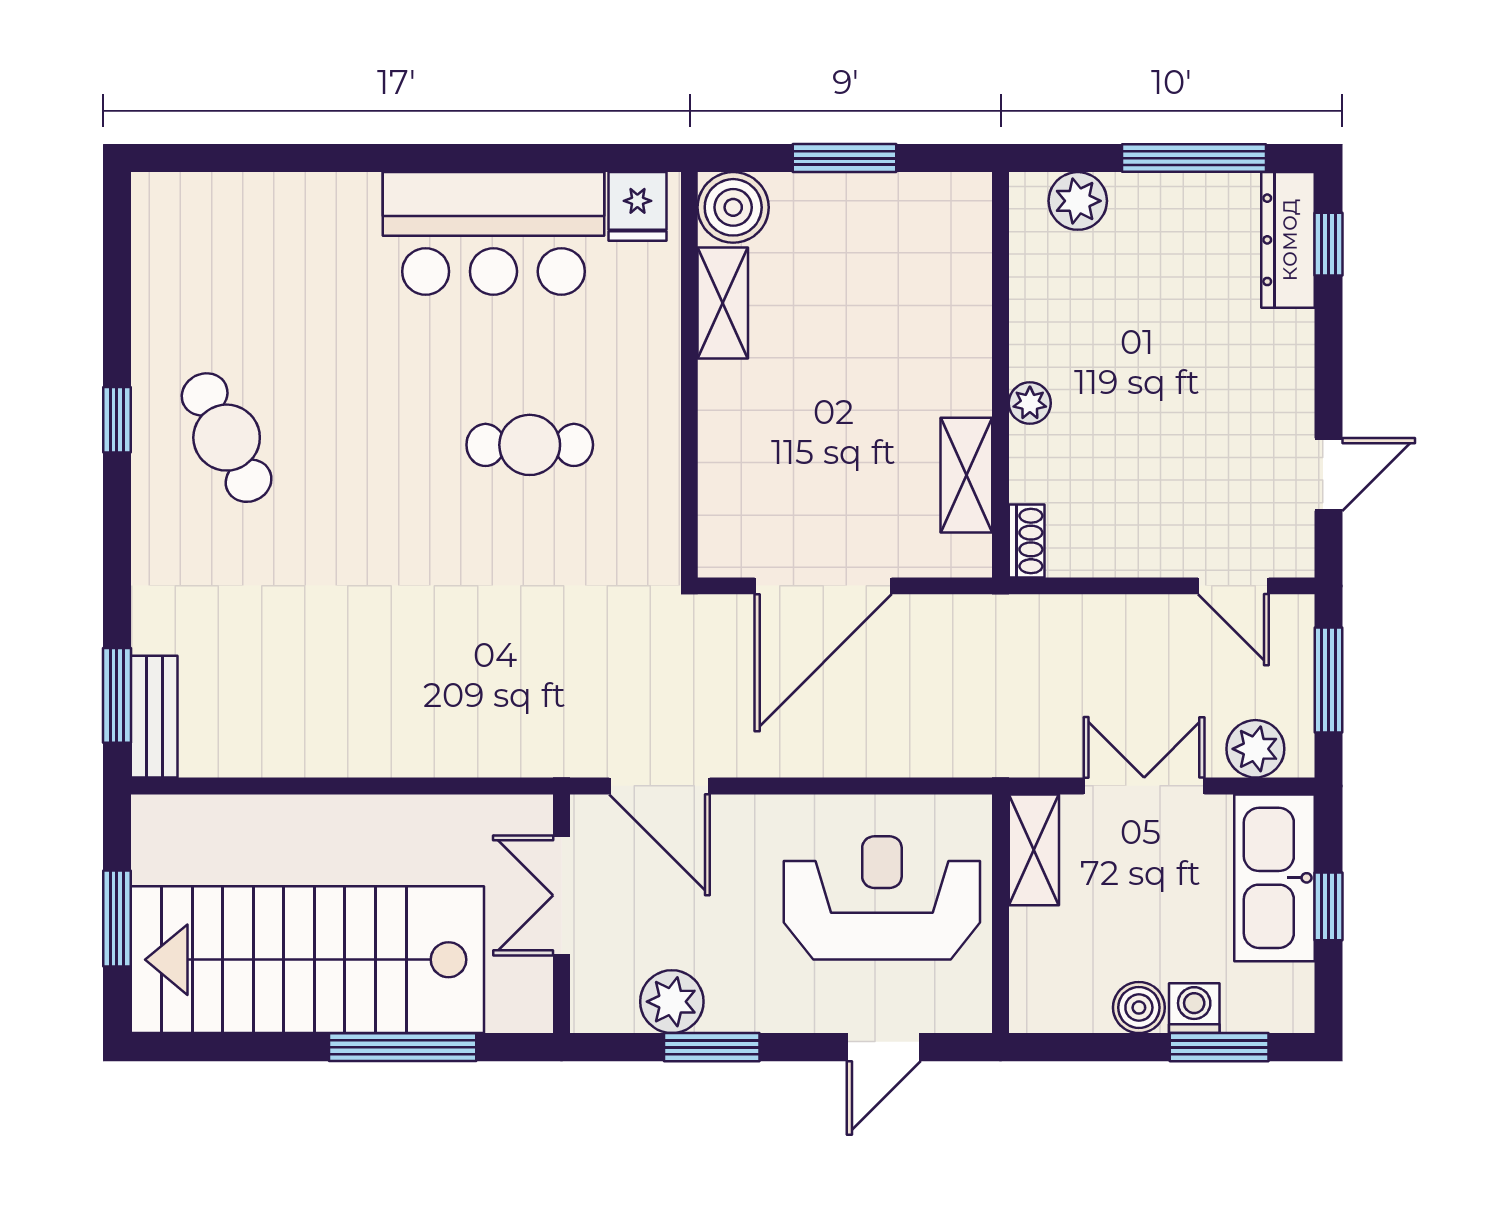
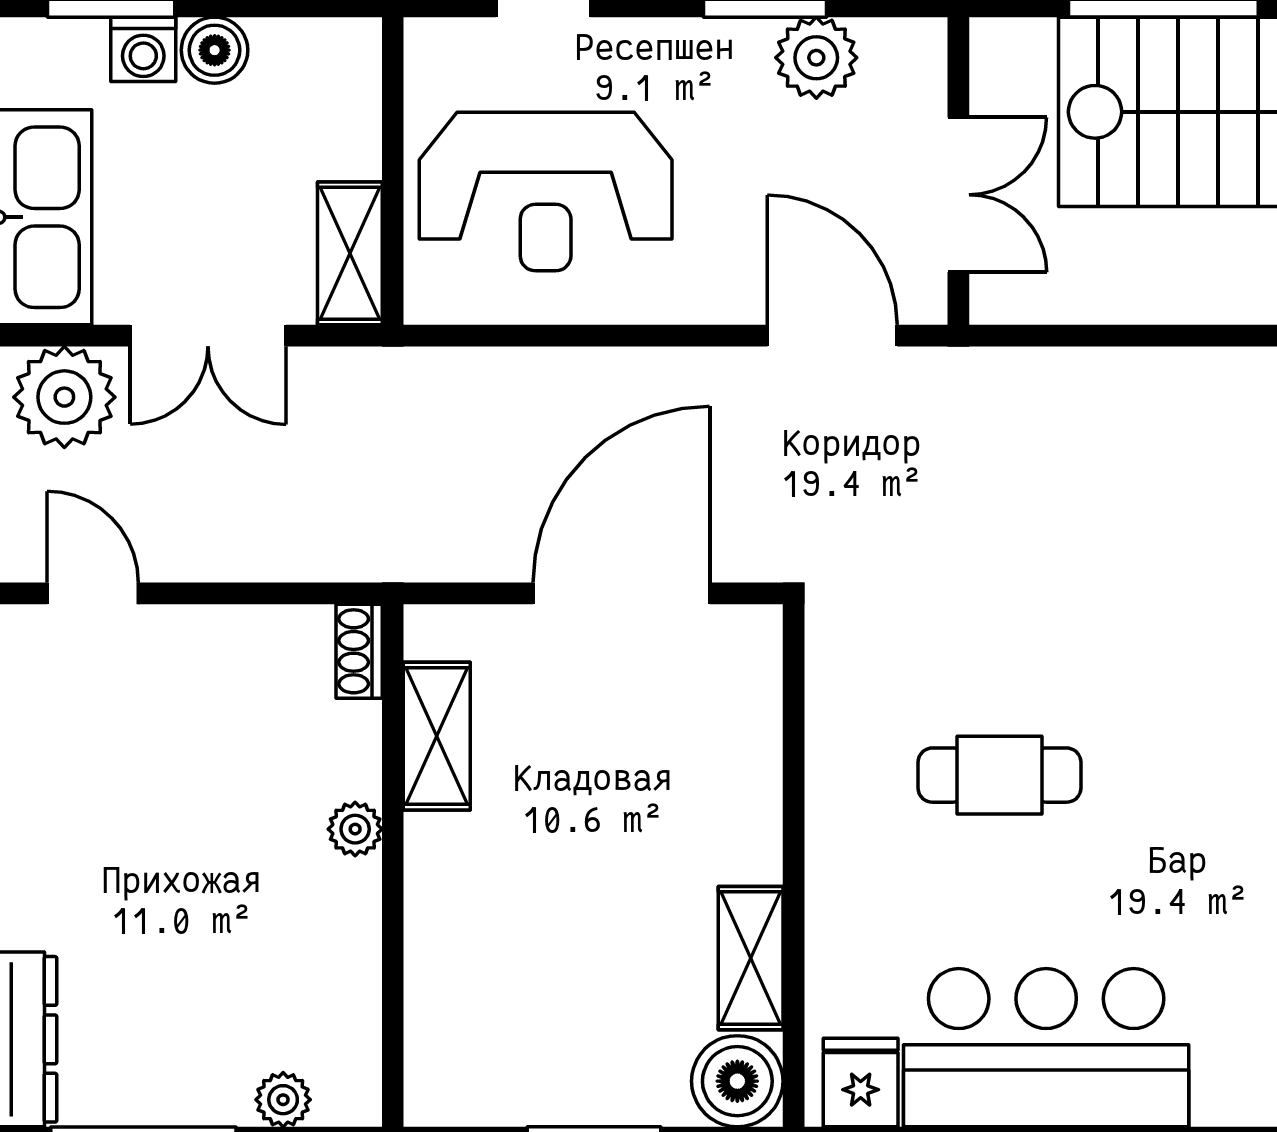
plant: (1078, 201) -> (283, 1100), width x0.73, depth x0.73
plant: (1255, 749) -> (64, 397), width x1.36, depth x1.36

